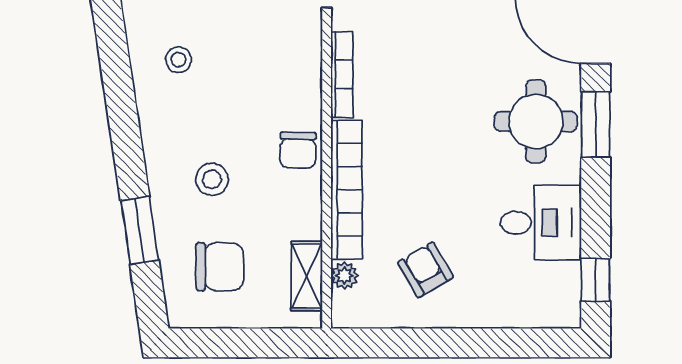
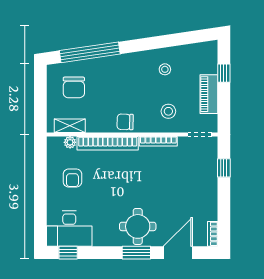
stool: (212, 179) -> (168, 111), moved
desk: (541, 223) -> (69, 229), moved, width x1.37
window: (140, 230) -> (90, 52), width x2.11
armchair: (426, 270) -> (72, 178), turned 120

